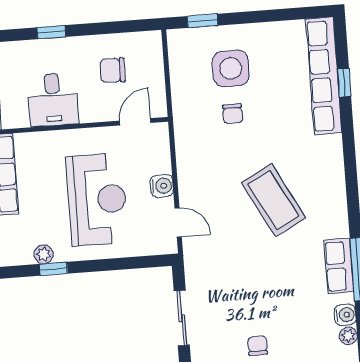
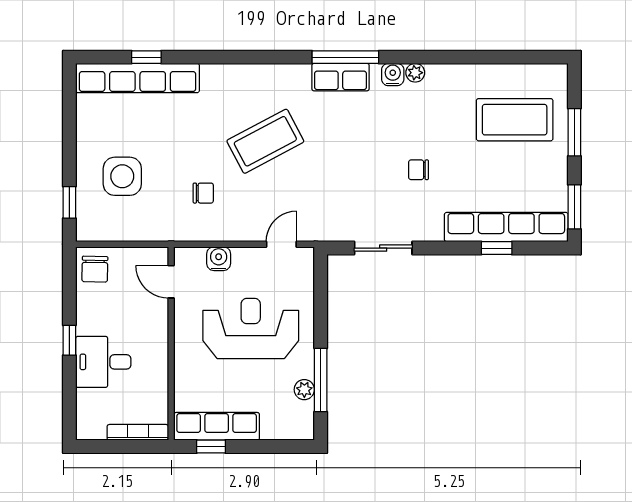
window: (51, 32) -> (69, 340), moved
chair: (113, 70) -> (95, 269), moved
desk: (53, 100) -> (103, 362), moved, turned 180
chair: (233, 114) -> (203, 193), moved
water cooler: (162, 186) -> (219, 259), moved
window: (54, 269) -> (321, 380), width x2.17

